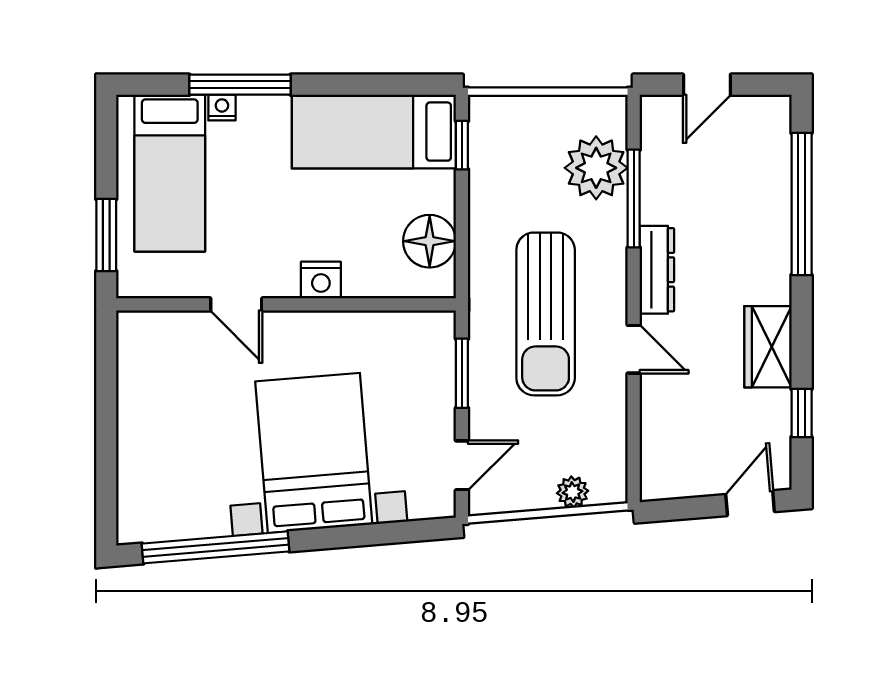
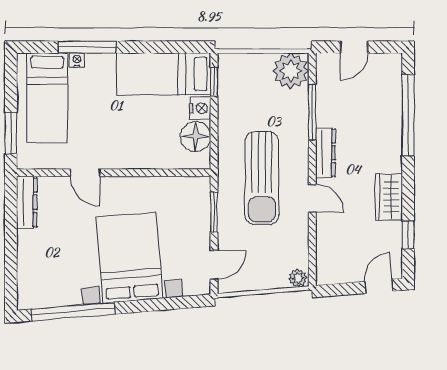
plant: (596, 168) -> (291, 71), moved
nightstand: (321, 280) -> (200, 108), moved, turned -90
dresser: (134, 356) -> (27, 202), added
plant: (573, 492) -> (298, 278), moved

